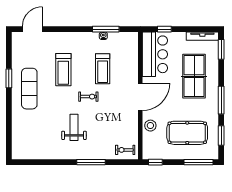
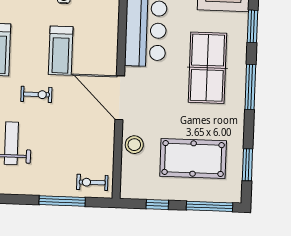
door: (140, 97) -> (120, 98), swing flipped
window: (221, 100) -> (250, 87), moved
window: (91, 162) -> (62, 201), moved
window: (155, 162) -> (157, 205), moved

